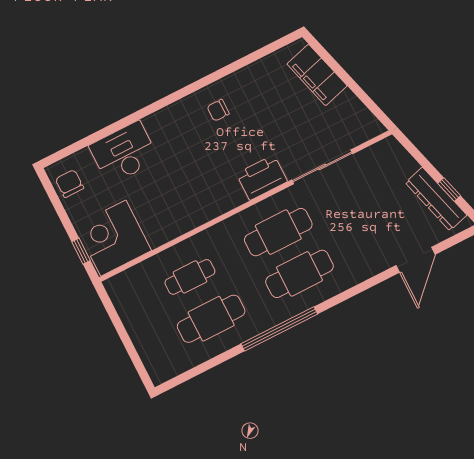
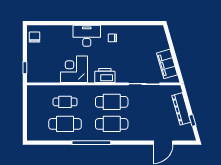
filing cabinet: (317, 75) -> (167, 64), moved
desk: (124, 153) -> (87, 36), moved
printer: (262, 178) -> (105, 76), moved
dresser: (436, 199) -> (181, 109), moved
corner desk: (113, 238) -> (74, 69), moved

